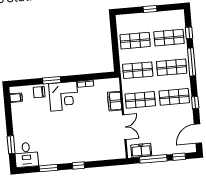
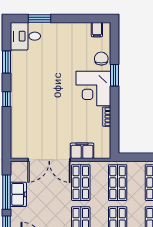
double door: (124, 127) -> (49, 160), width x1.37
freezer: (141, 150) -> (18, 194), moved

